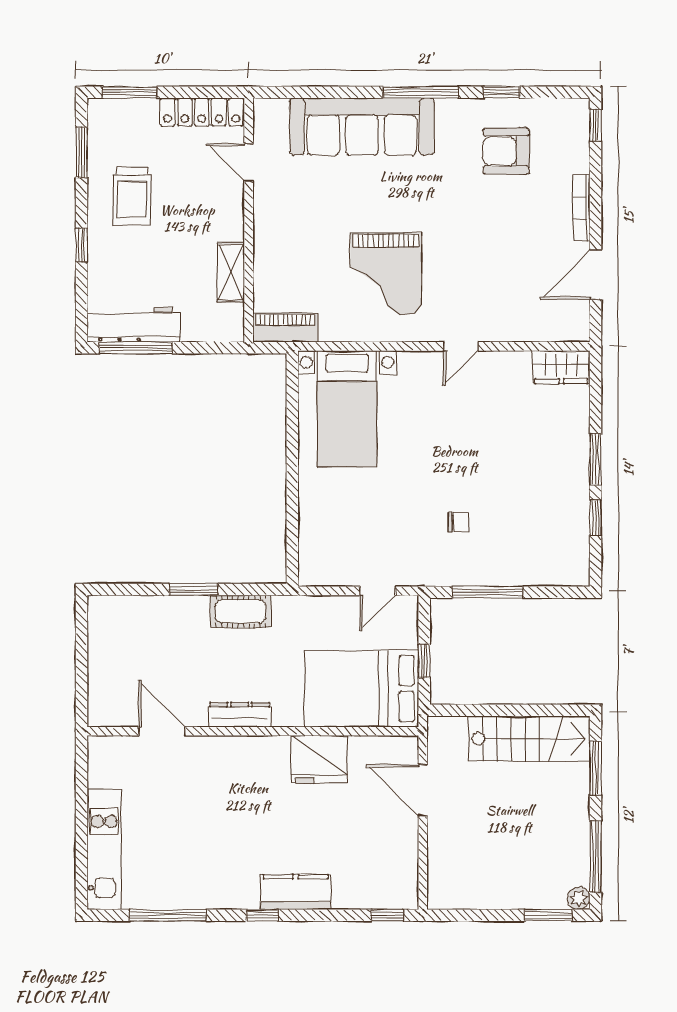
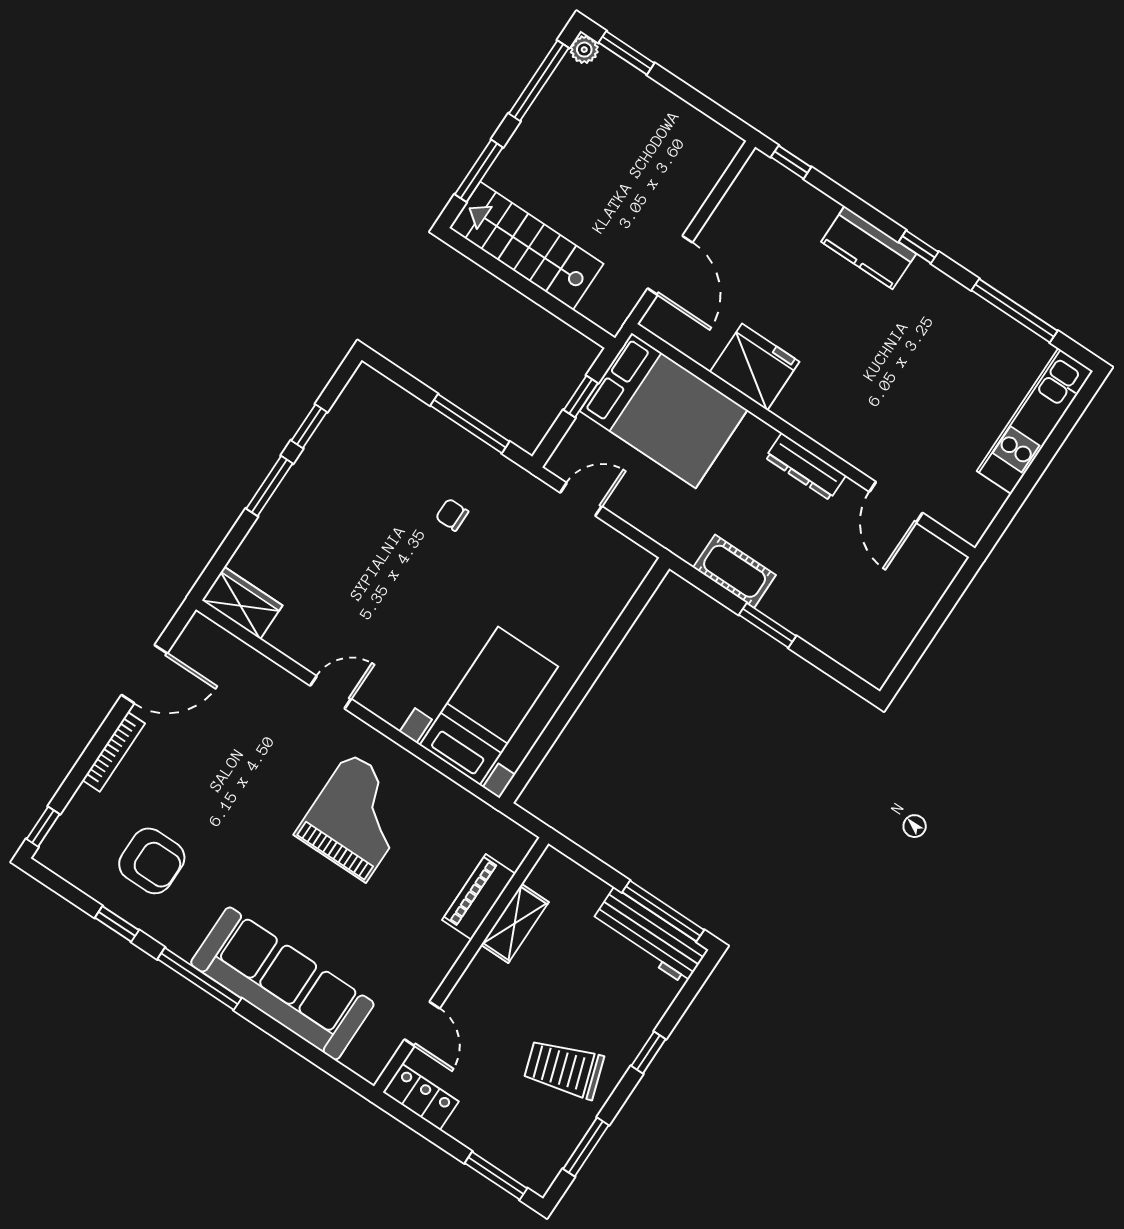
locker: (202, 112) -> (421, 1097), width x0.66
trolley: (132, 196) -> (564, 1069), turned -108
piano: (285, 328) -> (479, 897), moved, turned 90

